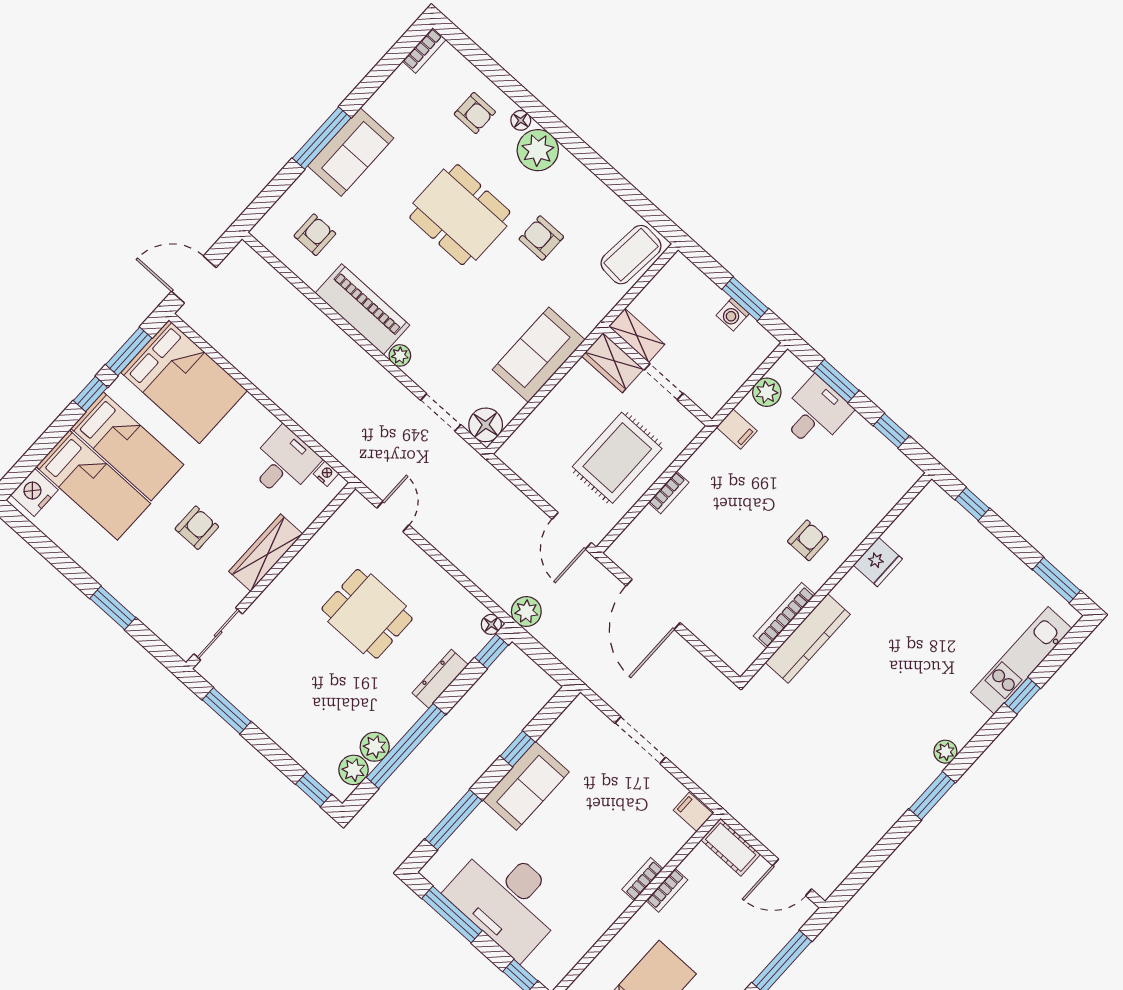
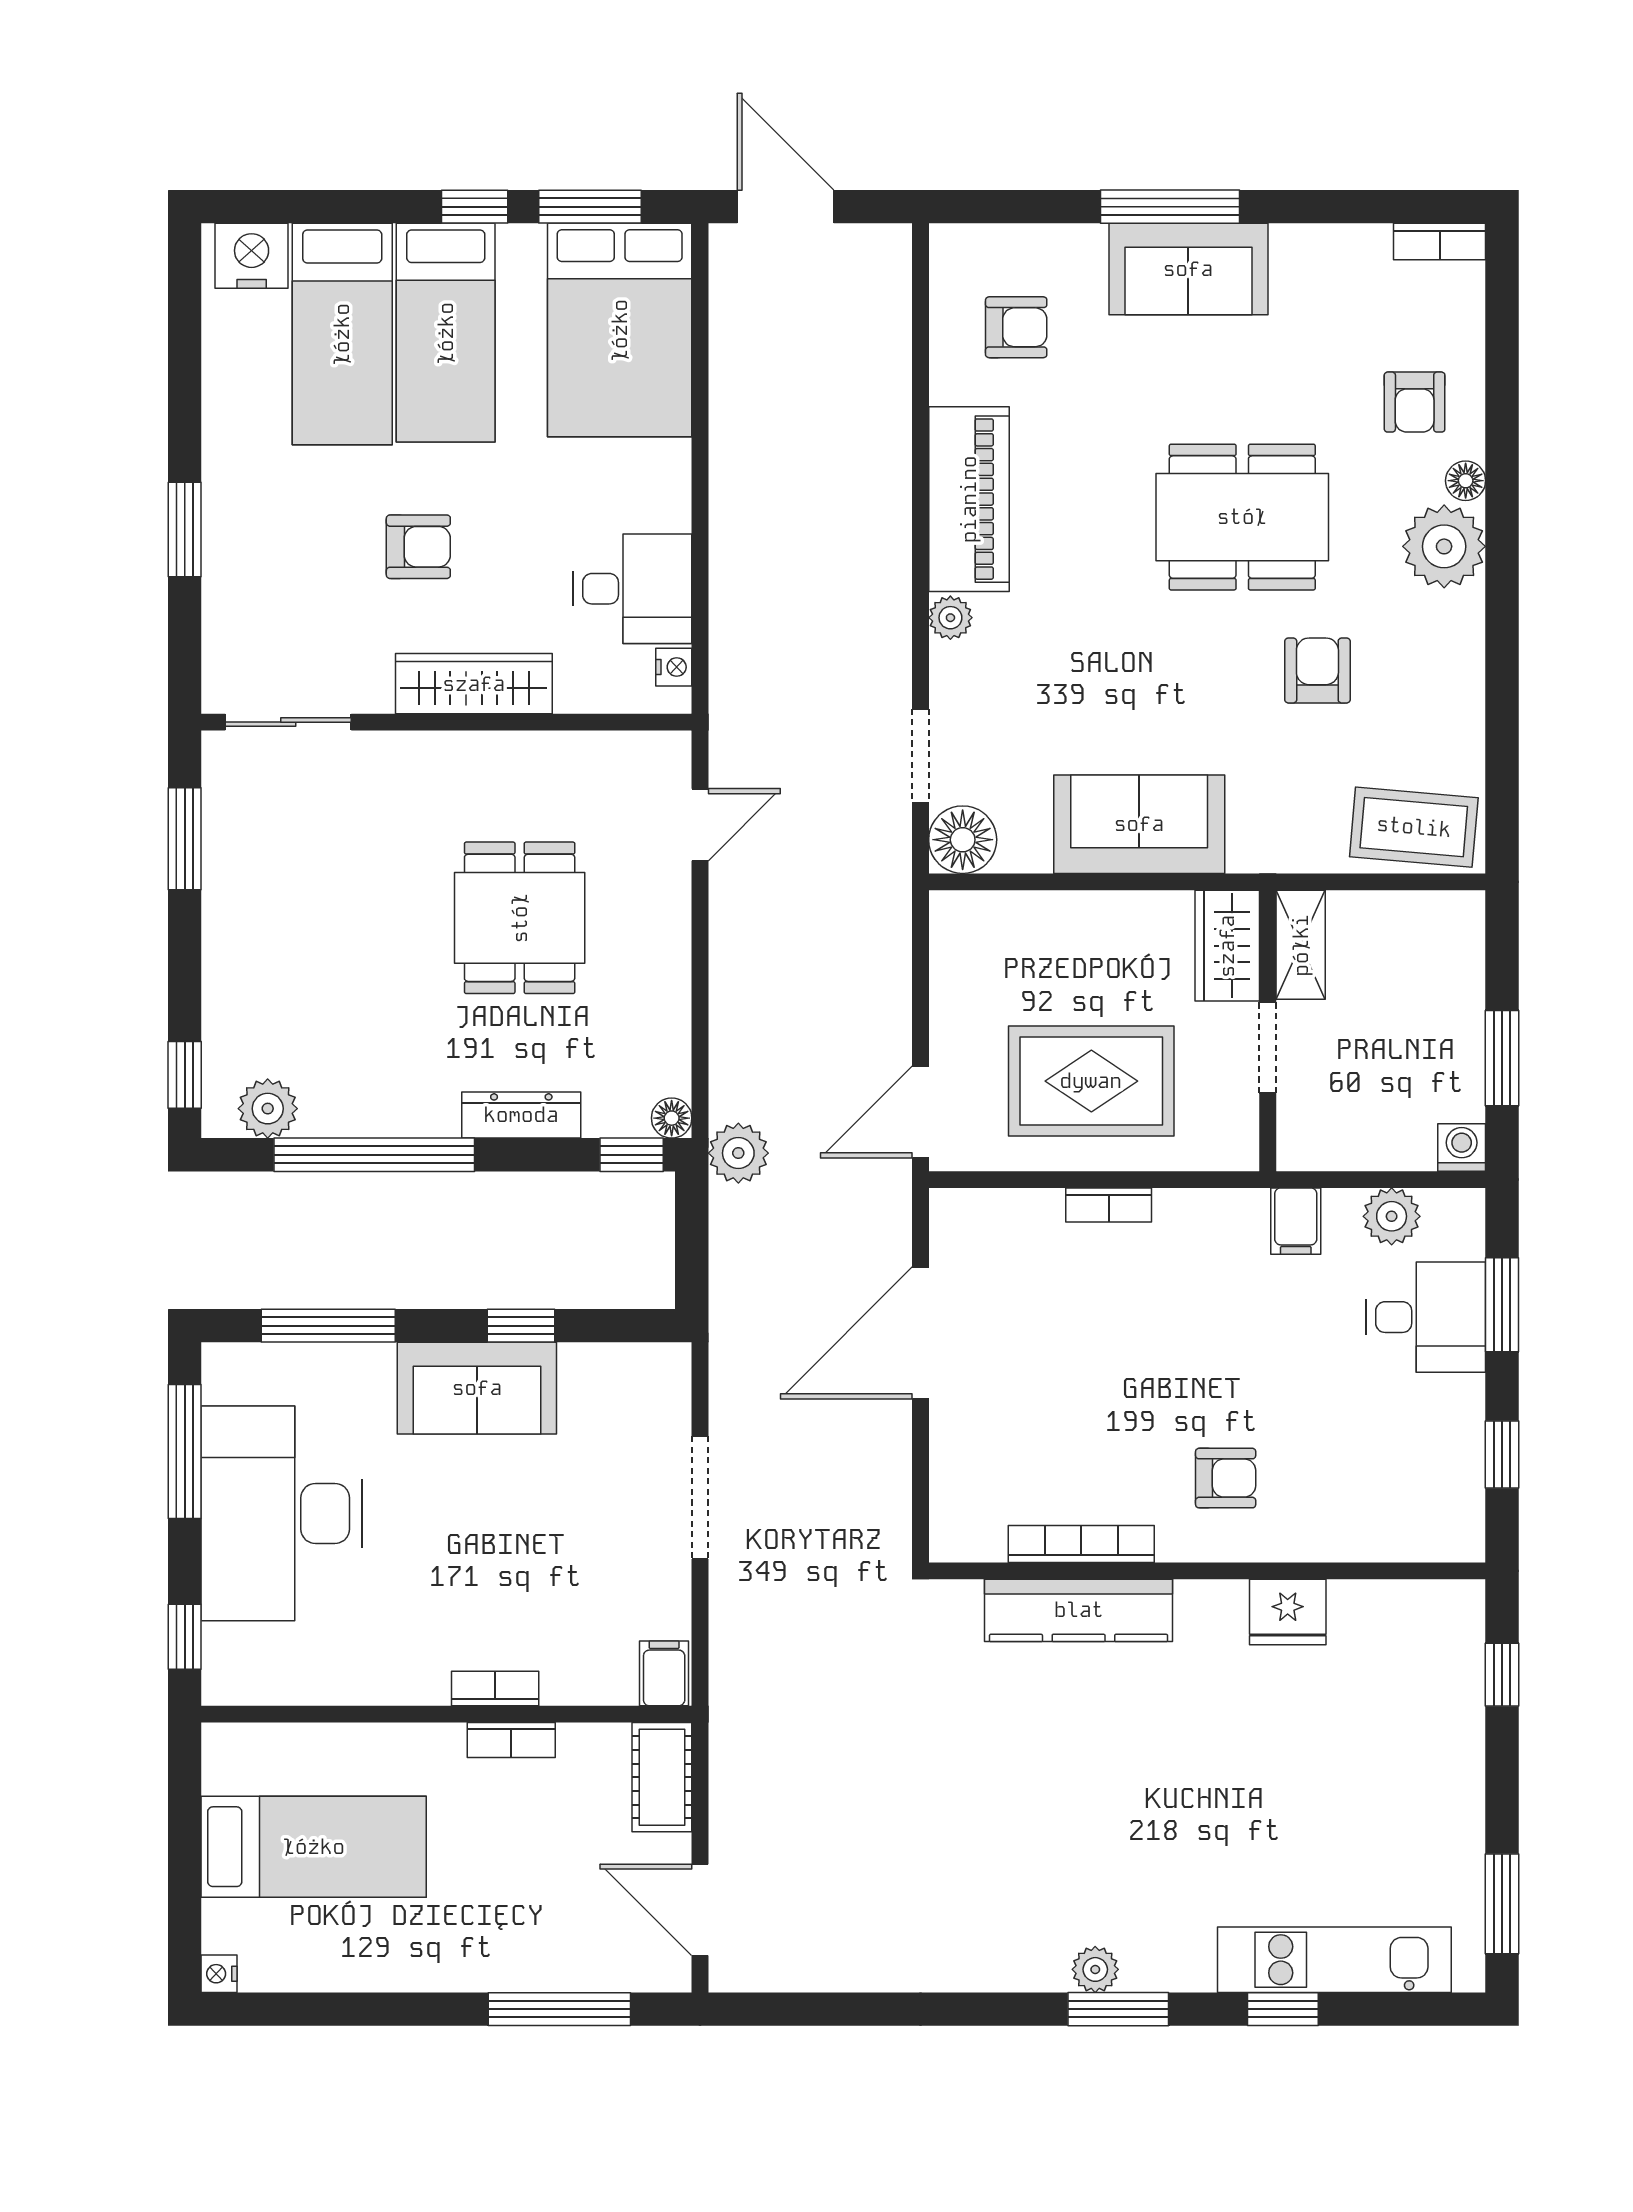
dining table: (460, 215) -> (1242, 517), turned 90
washing machine: (733, 314) -> (1462, 1147), moved, turned 90
plant: (375, 747) -> (331, 1109), removed
window: (932, 796) -> (1118, 2009), moved

